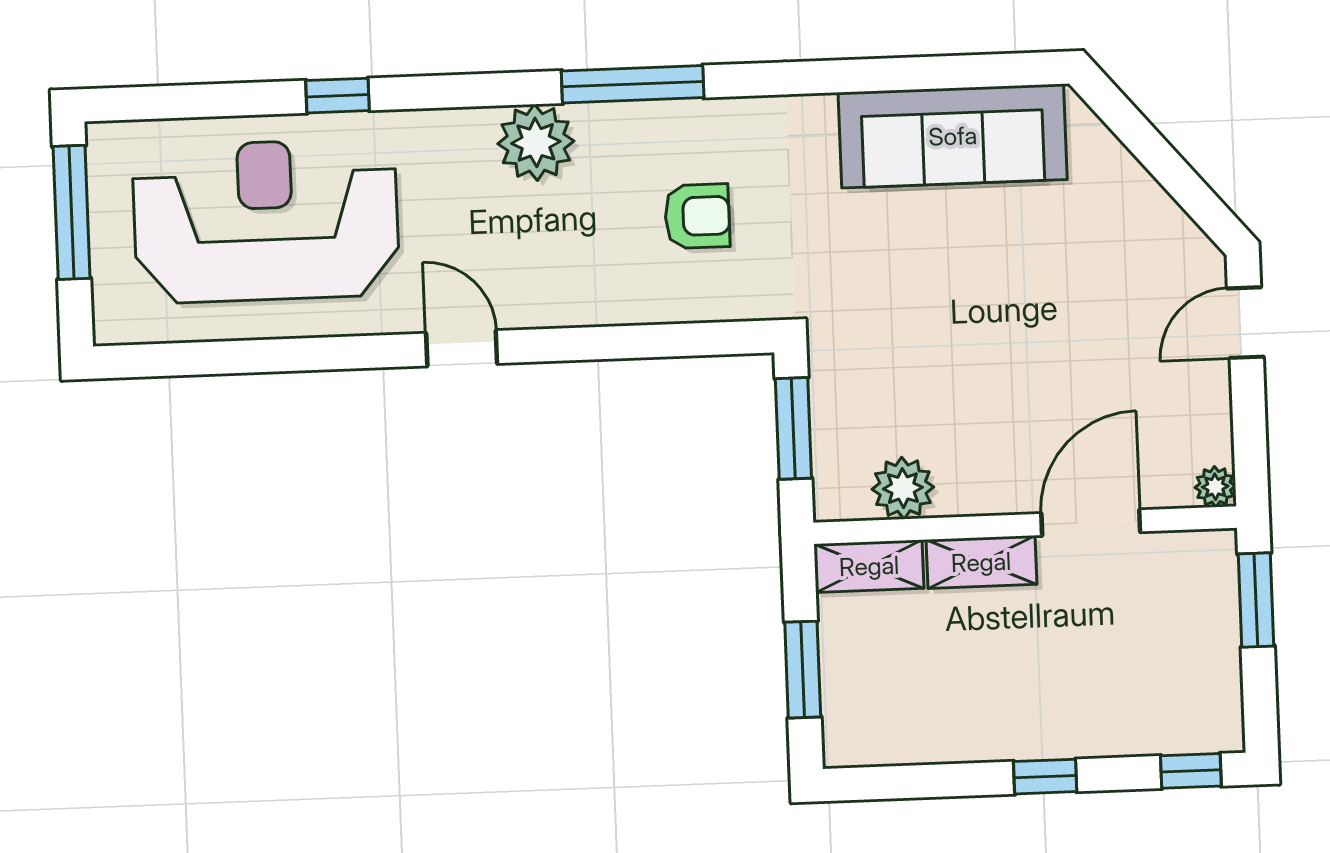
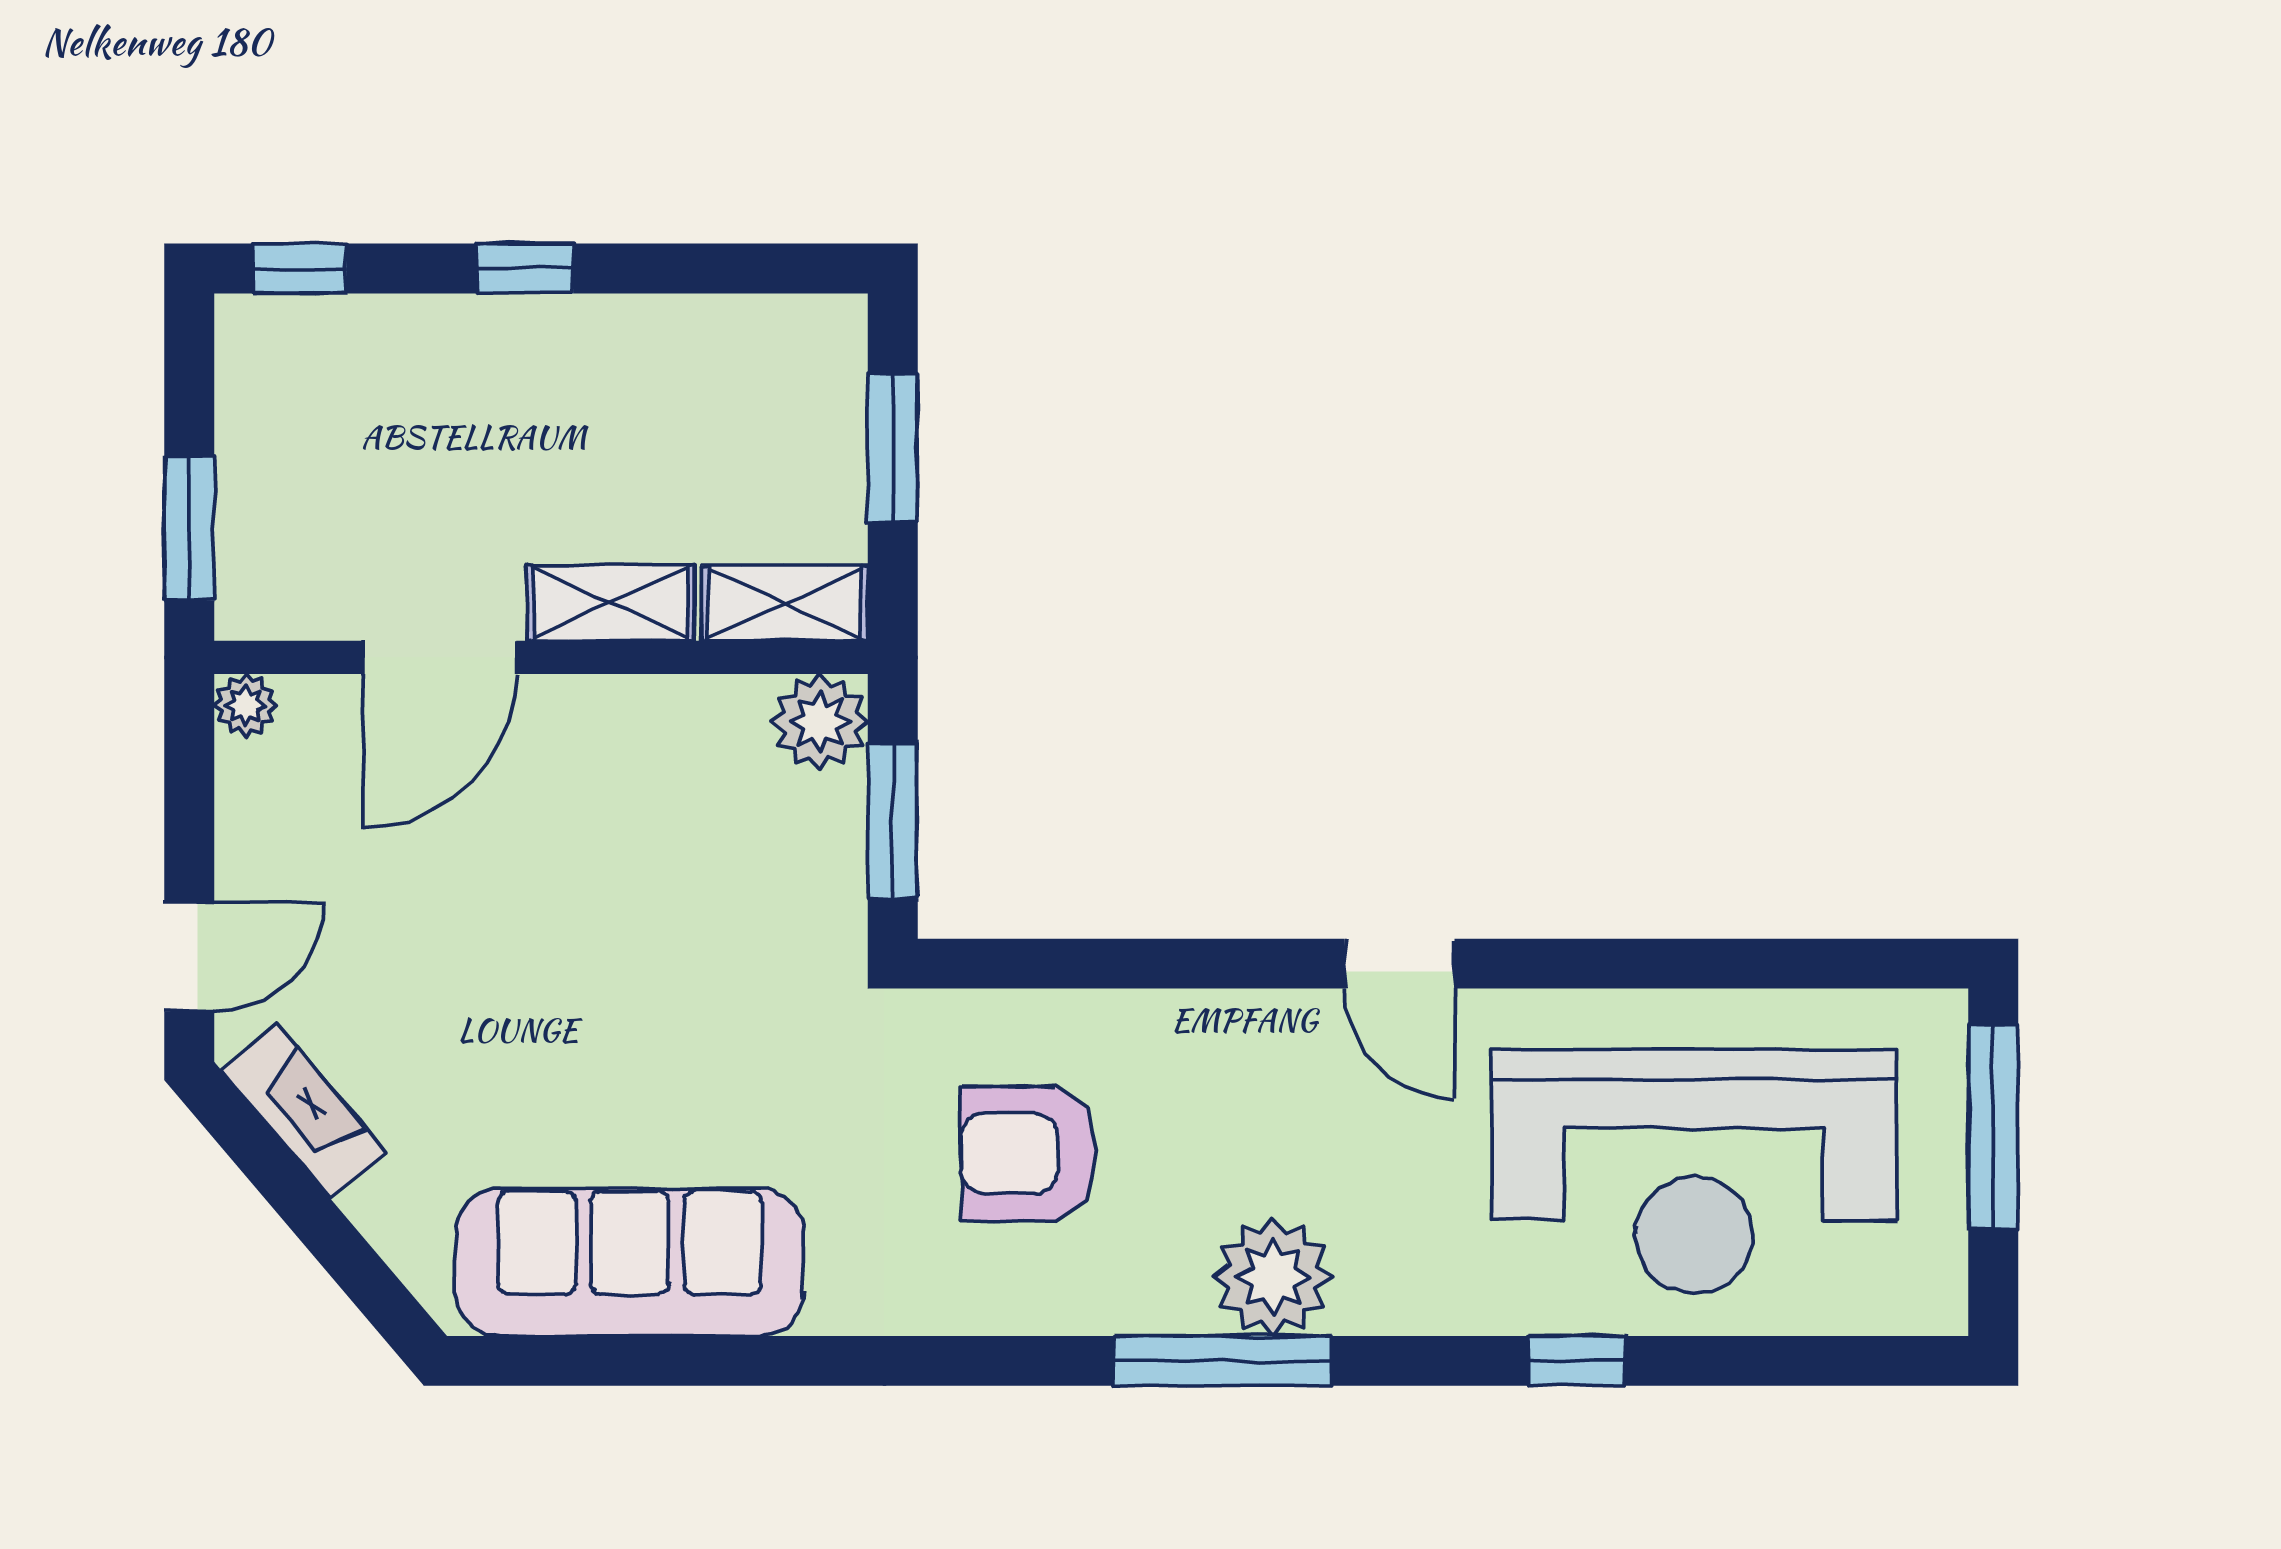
window: (633, 84) -> (1222, 1361), moved
window: (72, 212) -> (1993, 1127), moved
armchair: (697, 216) -> (1028, 1154), width x1.38, depth x1.38
fireplace: (1168, 226) -> (304, 1111), added
plant: (903, 488) -> (820, 722), moved

